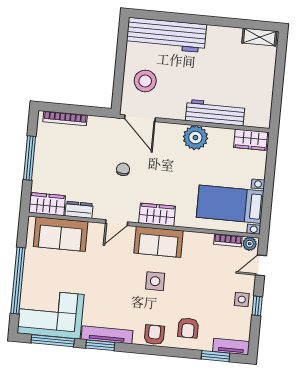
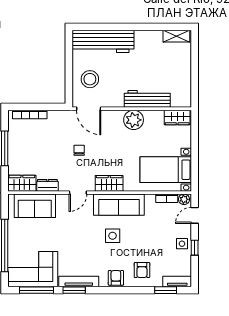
sofa: (158, 242) -> (119, 205), width x1.36

